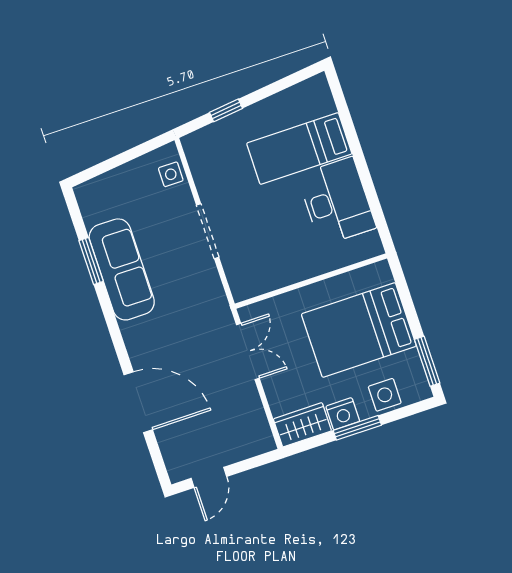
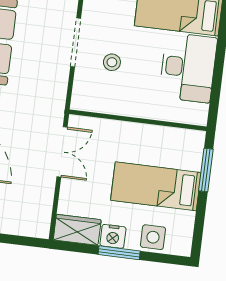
stool: (255, 234) -> (112, 62), added
bed: (359, 330) -> (156, 186), width x0.67
window: (427, 361) -> (206, 170), moved

